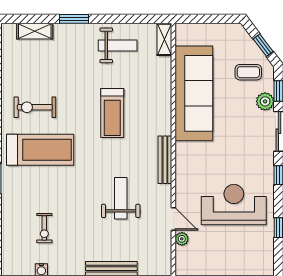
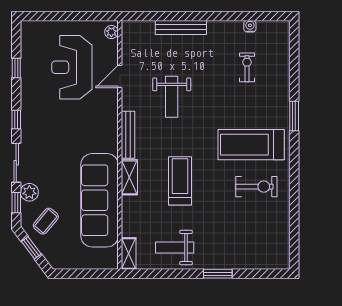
shelving: (35, 31) -> (129, 177), moved, turned 90
coffee table: (248, 72) -> (46, 221), turned -50
reception desk: (234, 205) -> (72, 67), moved, turned 90
door: (173, 219) -> (120, 76), hinge flipped
plant: (182, 239) -> (111, 32), moved

